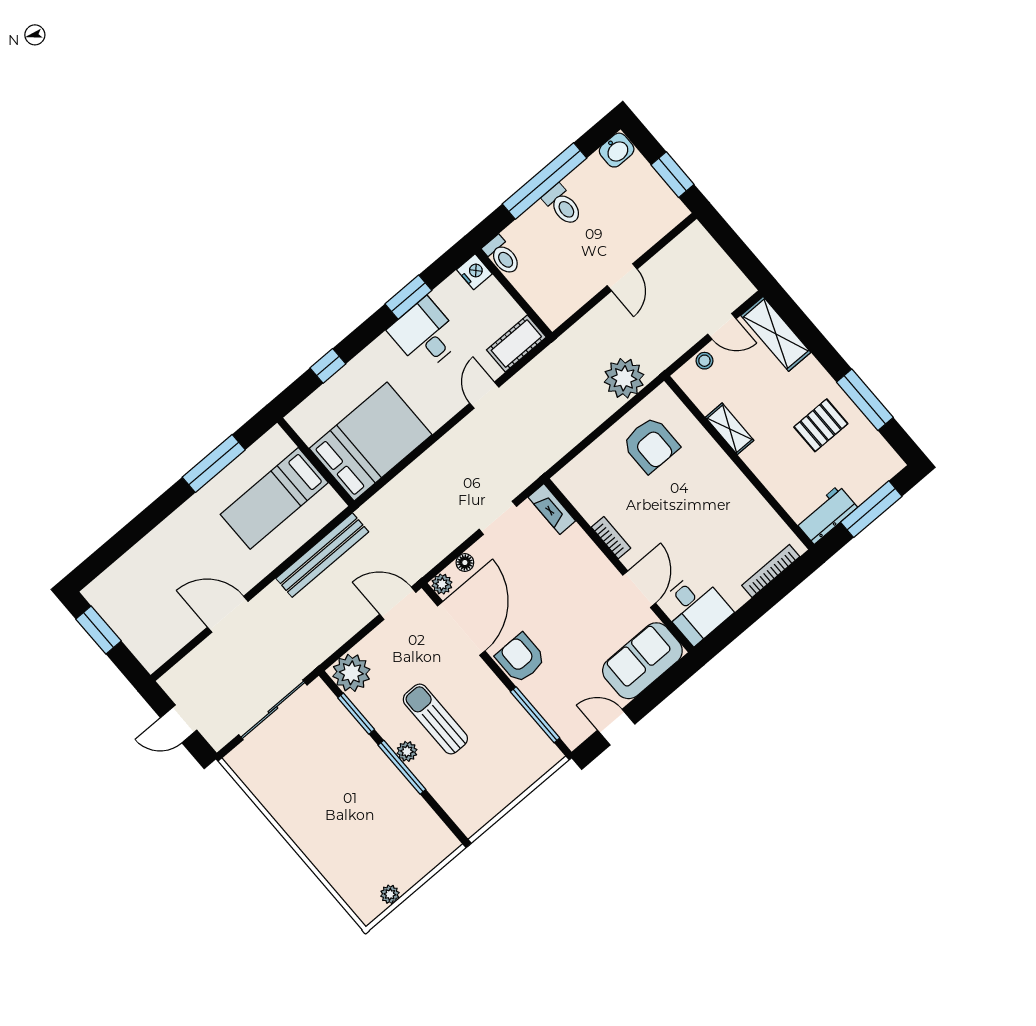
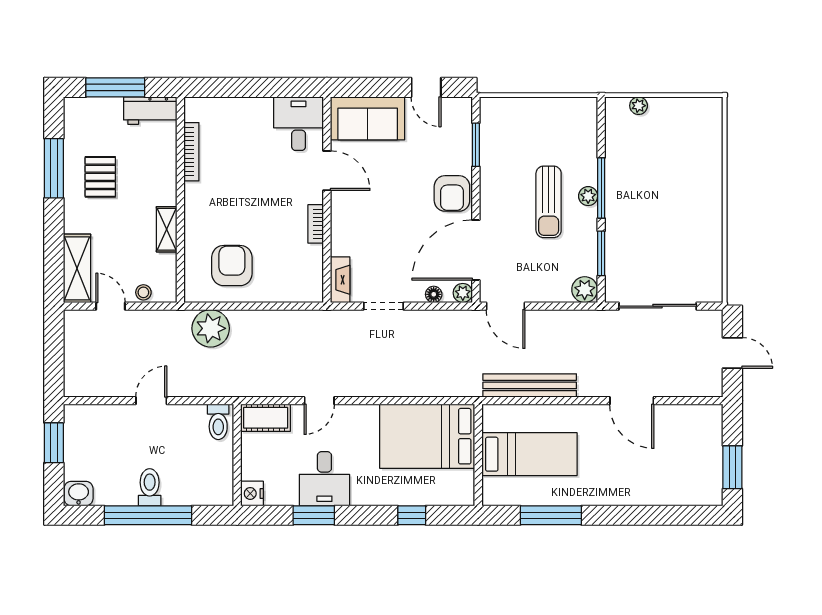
toilet: (502, 256) -> (218, 422), moved, turned 180
pallet: (821, 425) -> (100, 177), turned 90
bookcase: (771, 571) -> (191, 152), moved, turned -90
door: (639, 589) -> (327, 171), swing flipped
plant: (351, 673) -> (585, 290), width x0.73, depth x0.73
window: (535, 715) -> (476, 145), width x0.69
plant: (390, 894) -> (639, 106), moved

